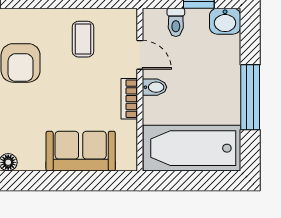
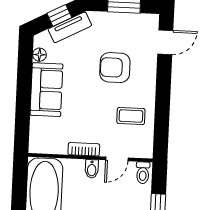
toilet: (176, 22) -> (143, 173), moved, turned -90
sofa: (81, 151) -> (46, 90), moved

